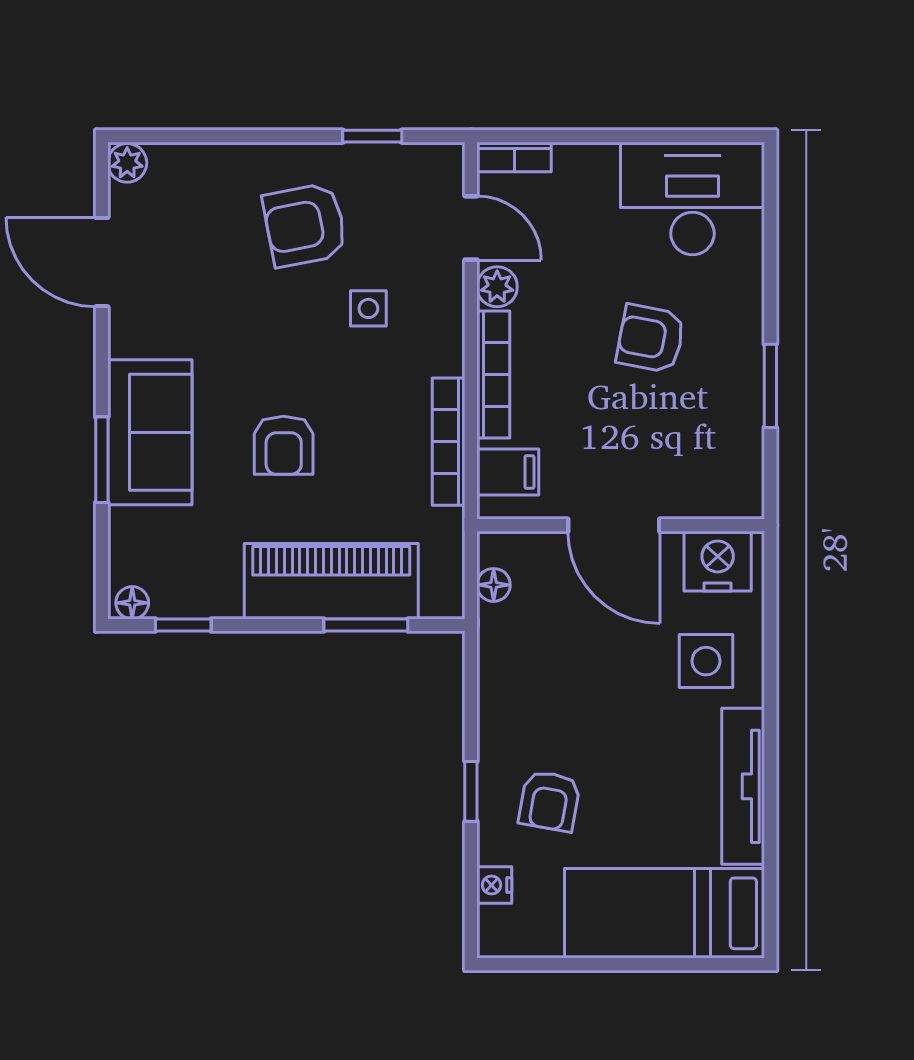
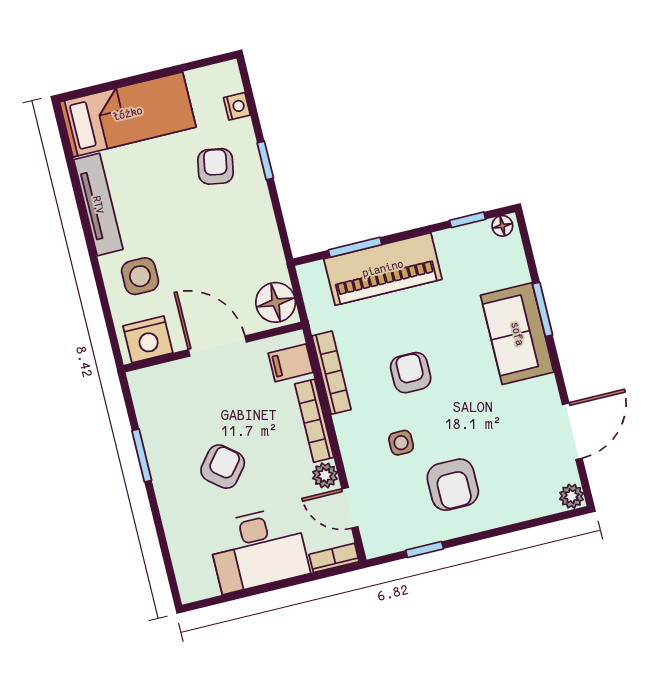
desk: (692, 199) -> (258, 549), moved
armchair: (305, 225) -> (453, 485), turned 101
door: (102, 262) -> (572, 431), hinge flipped
armchair: (651, 339) -> (223, 467), turned -62
armchair: (284, 445) -> (411, 373), moved
floor lamp: (494, 585) -> (276, 302), width x1.89, depth x1.89

